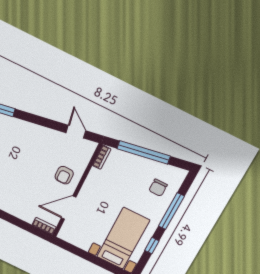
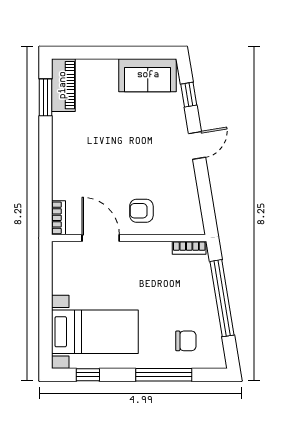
door: (76, 132) -> (197, 145), moved
chair: (158, 188) -> (186, 341), turned 180
window: (152, 246) -> (88, 375), moved

